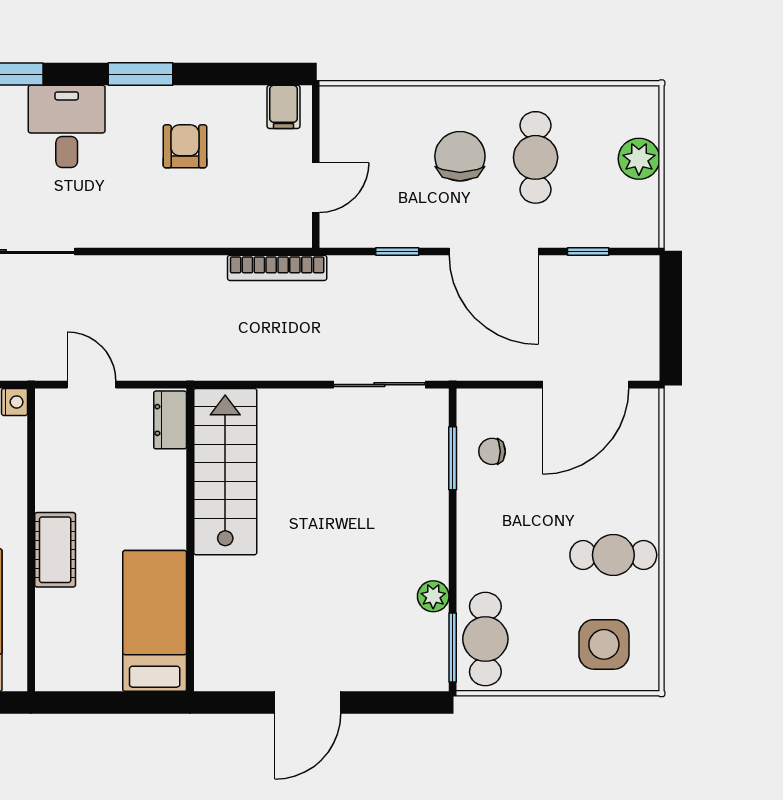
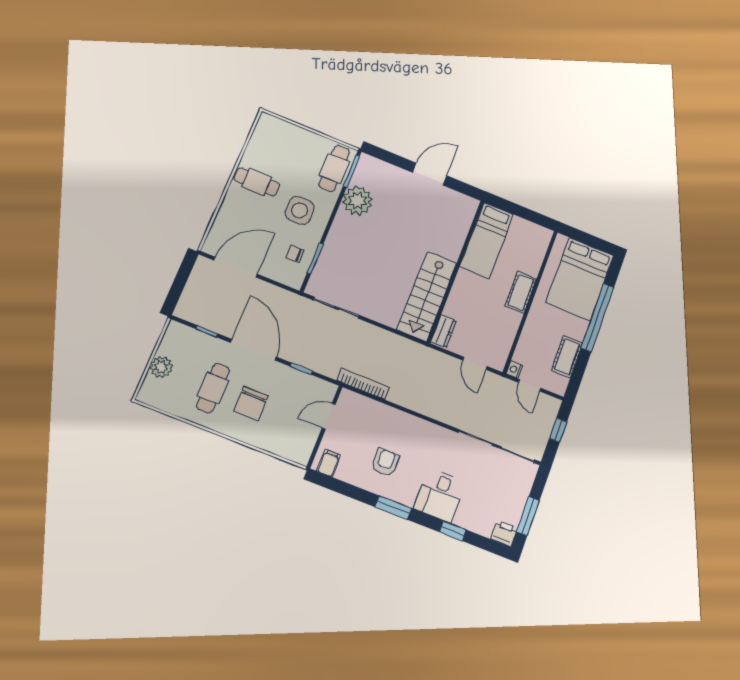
armchair: (185, 146) -> (385, 462), turned 180
chair: (492, 451) -> (295, 254), turned 180
plant: (433, 596) -> (358, 201), width x1.87, depth x1.87
side table: (604, 644) -> (300, 210), moved

